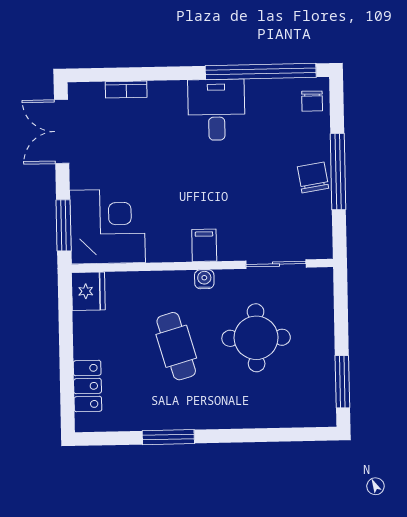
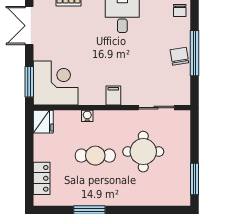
water cooler: (204, 279) -> (87, 116), moved
cafe table: (176, 346) -> (95, 156), turned -74

